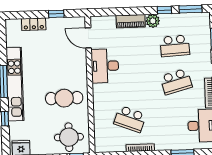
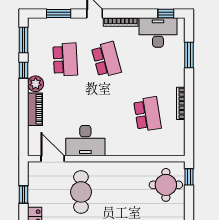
door: (88, 38) -> (53, 159), swing flipped
cafe table: (64, 98) -> (81, 192), moved
school desk: (130, 119) -> (147, 114), turned -30

